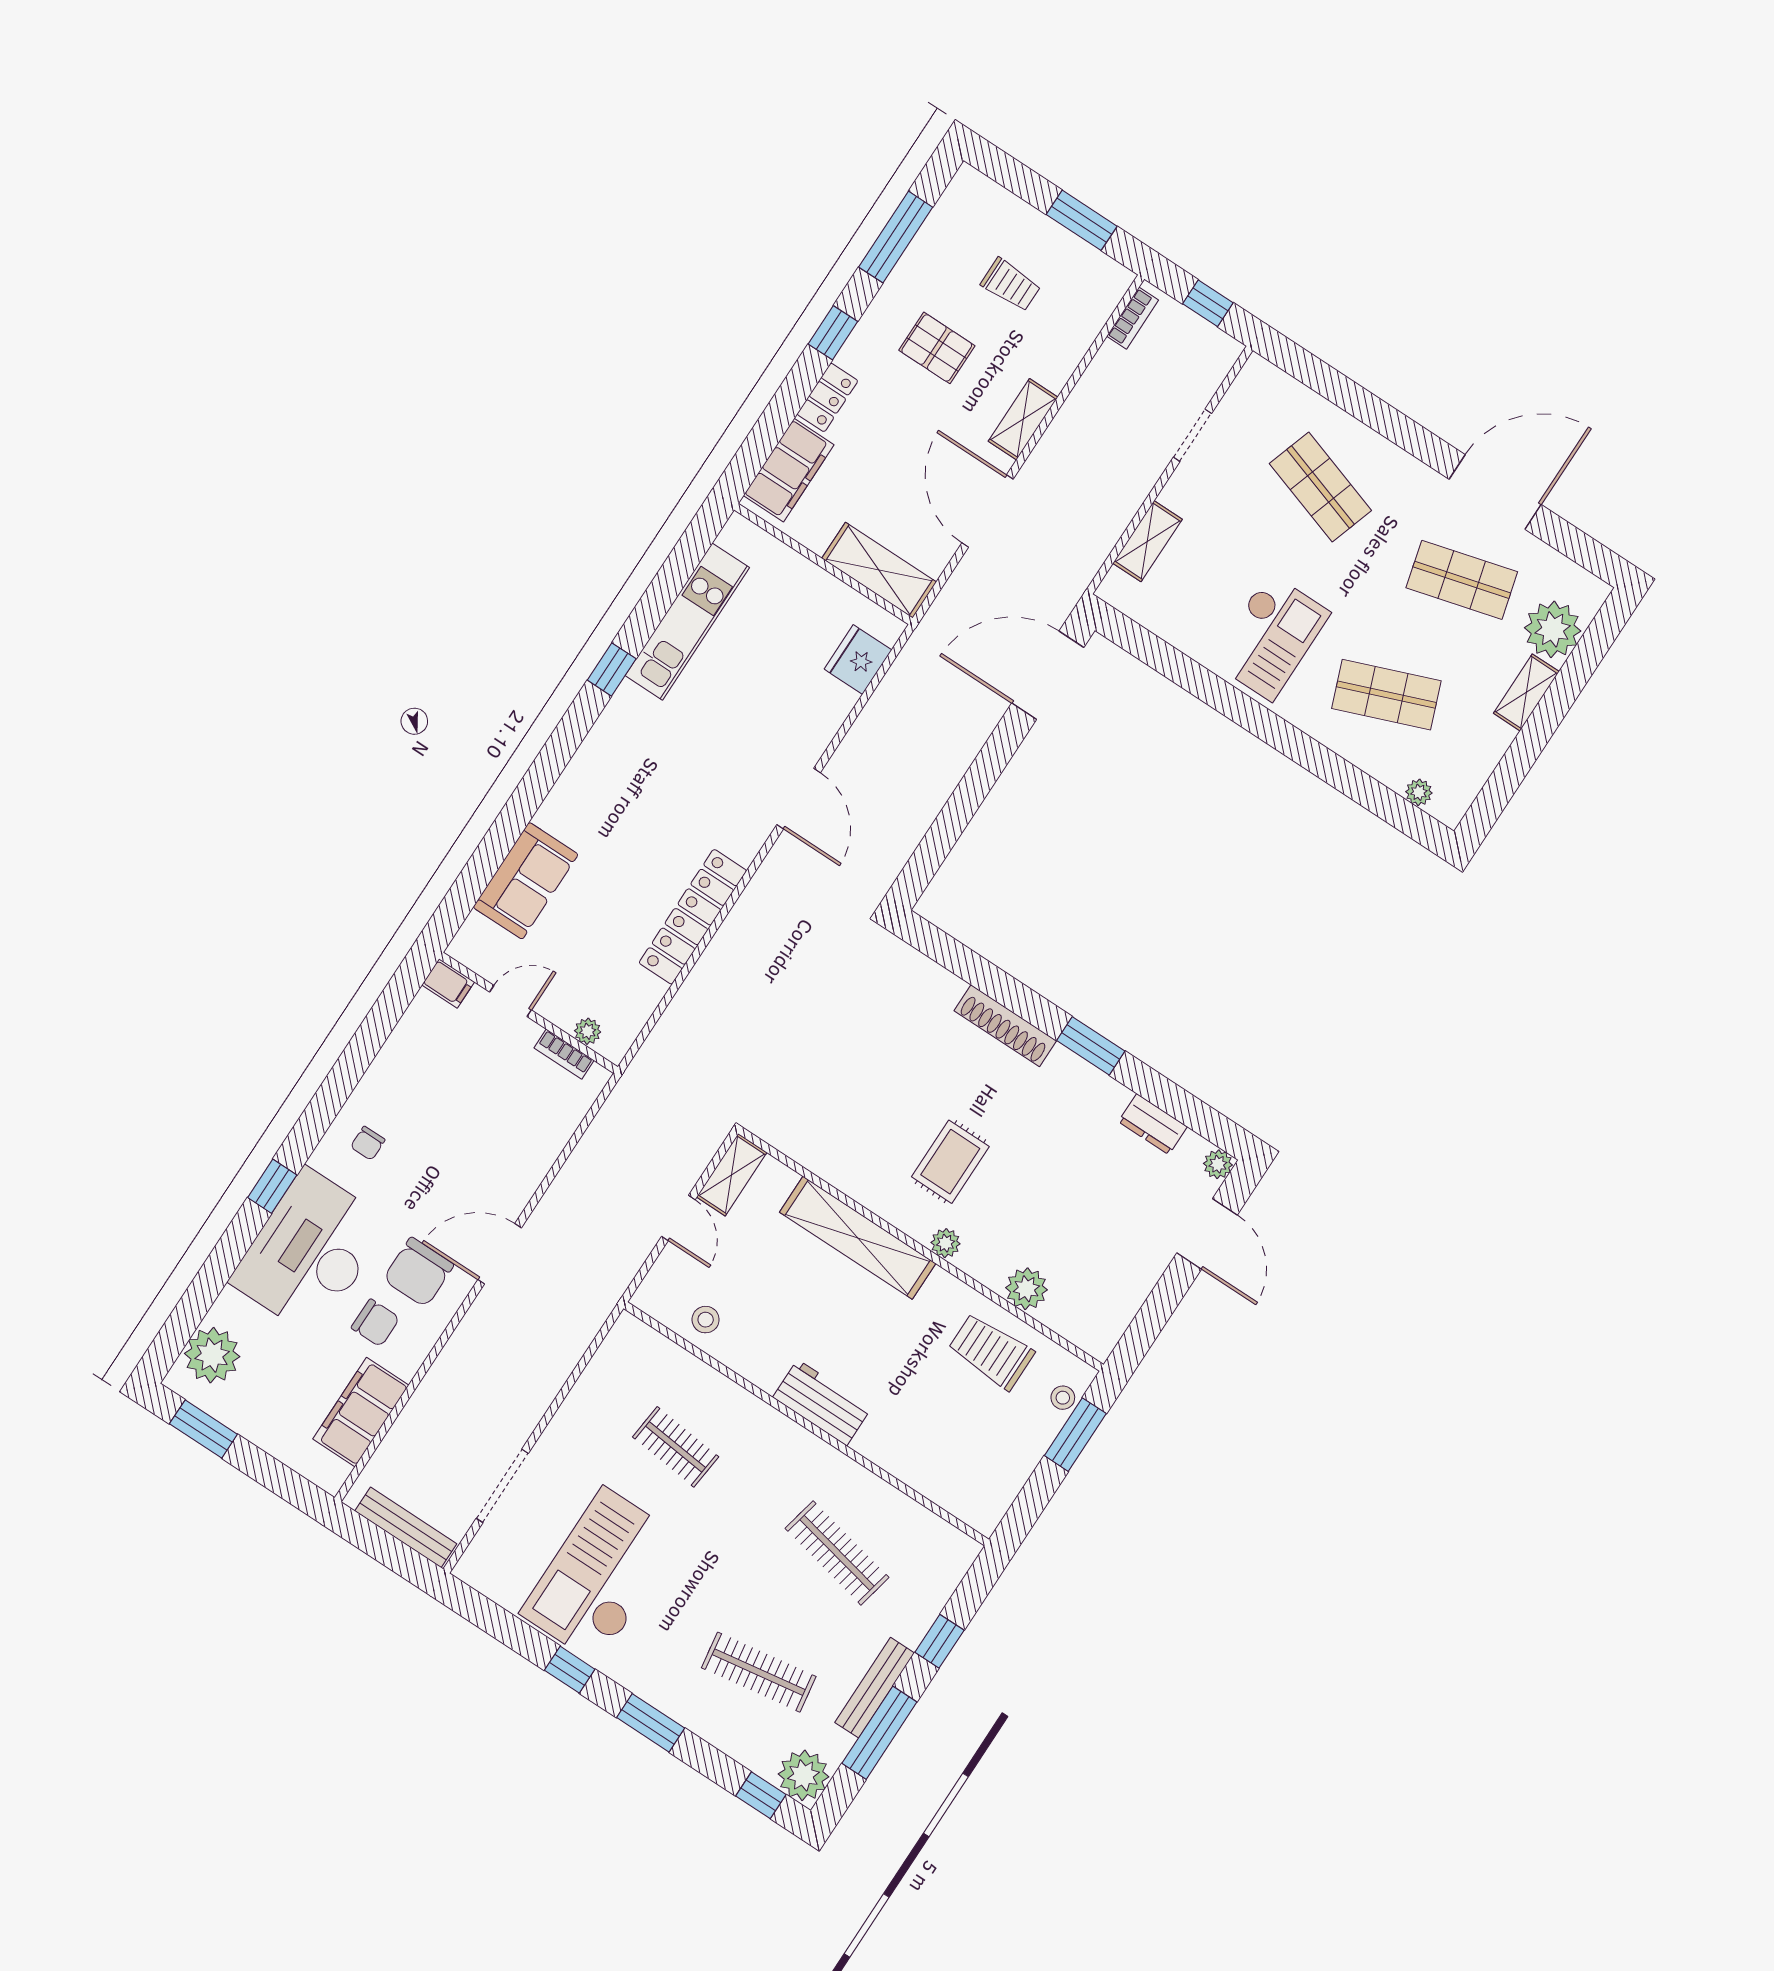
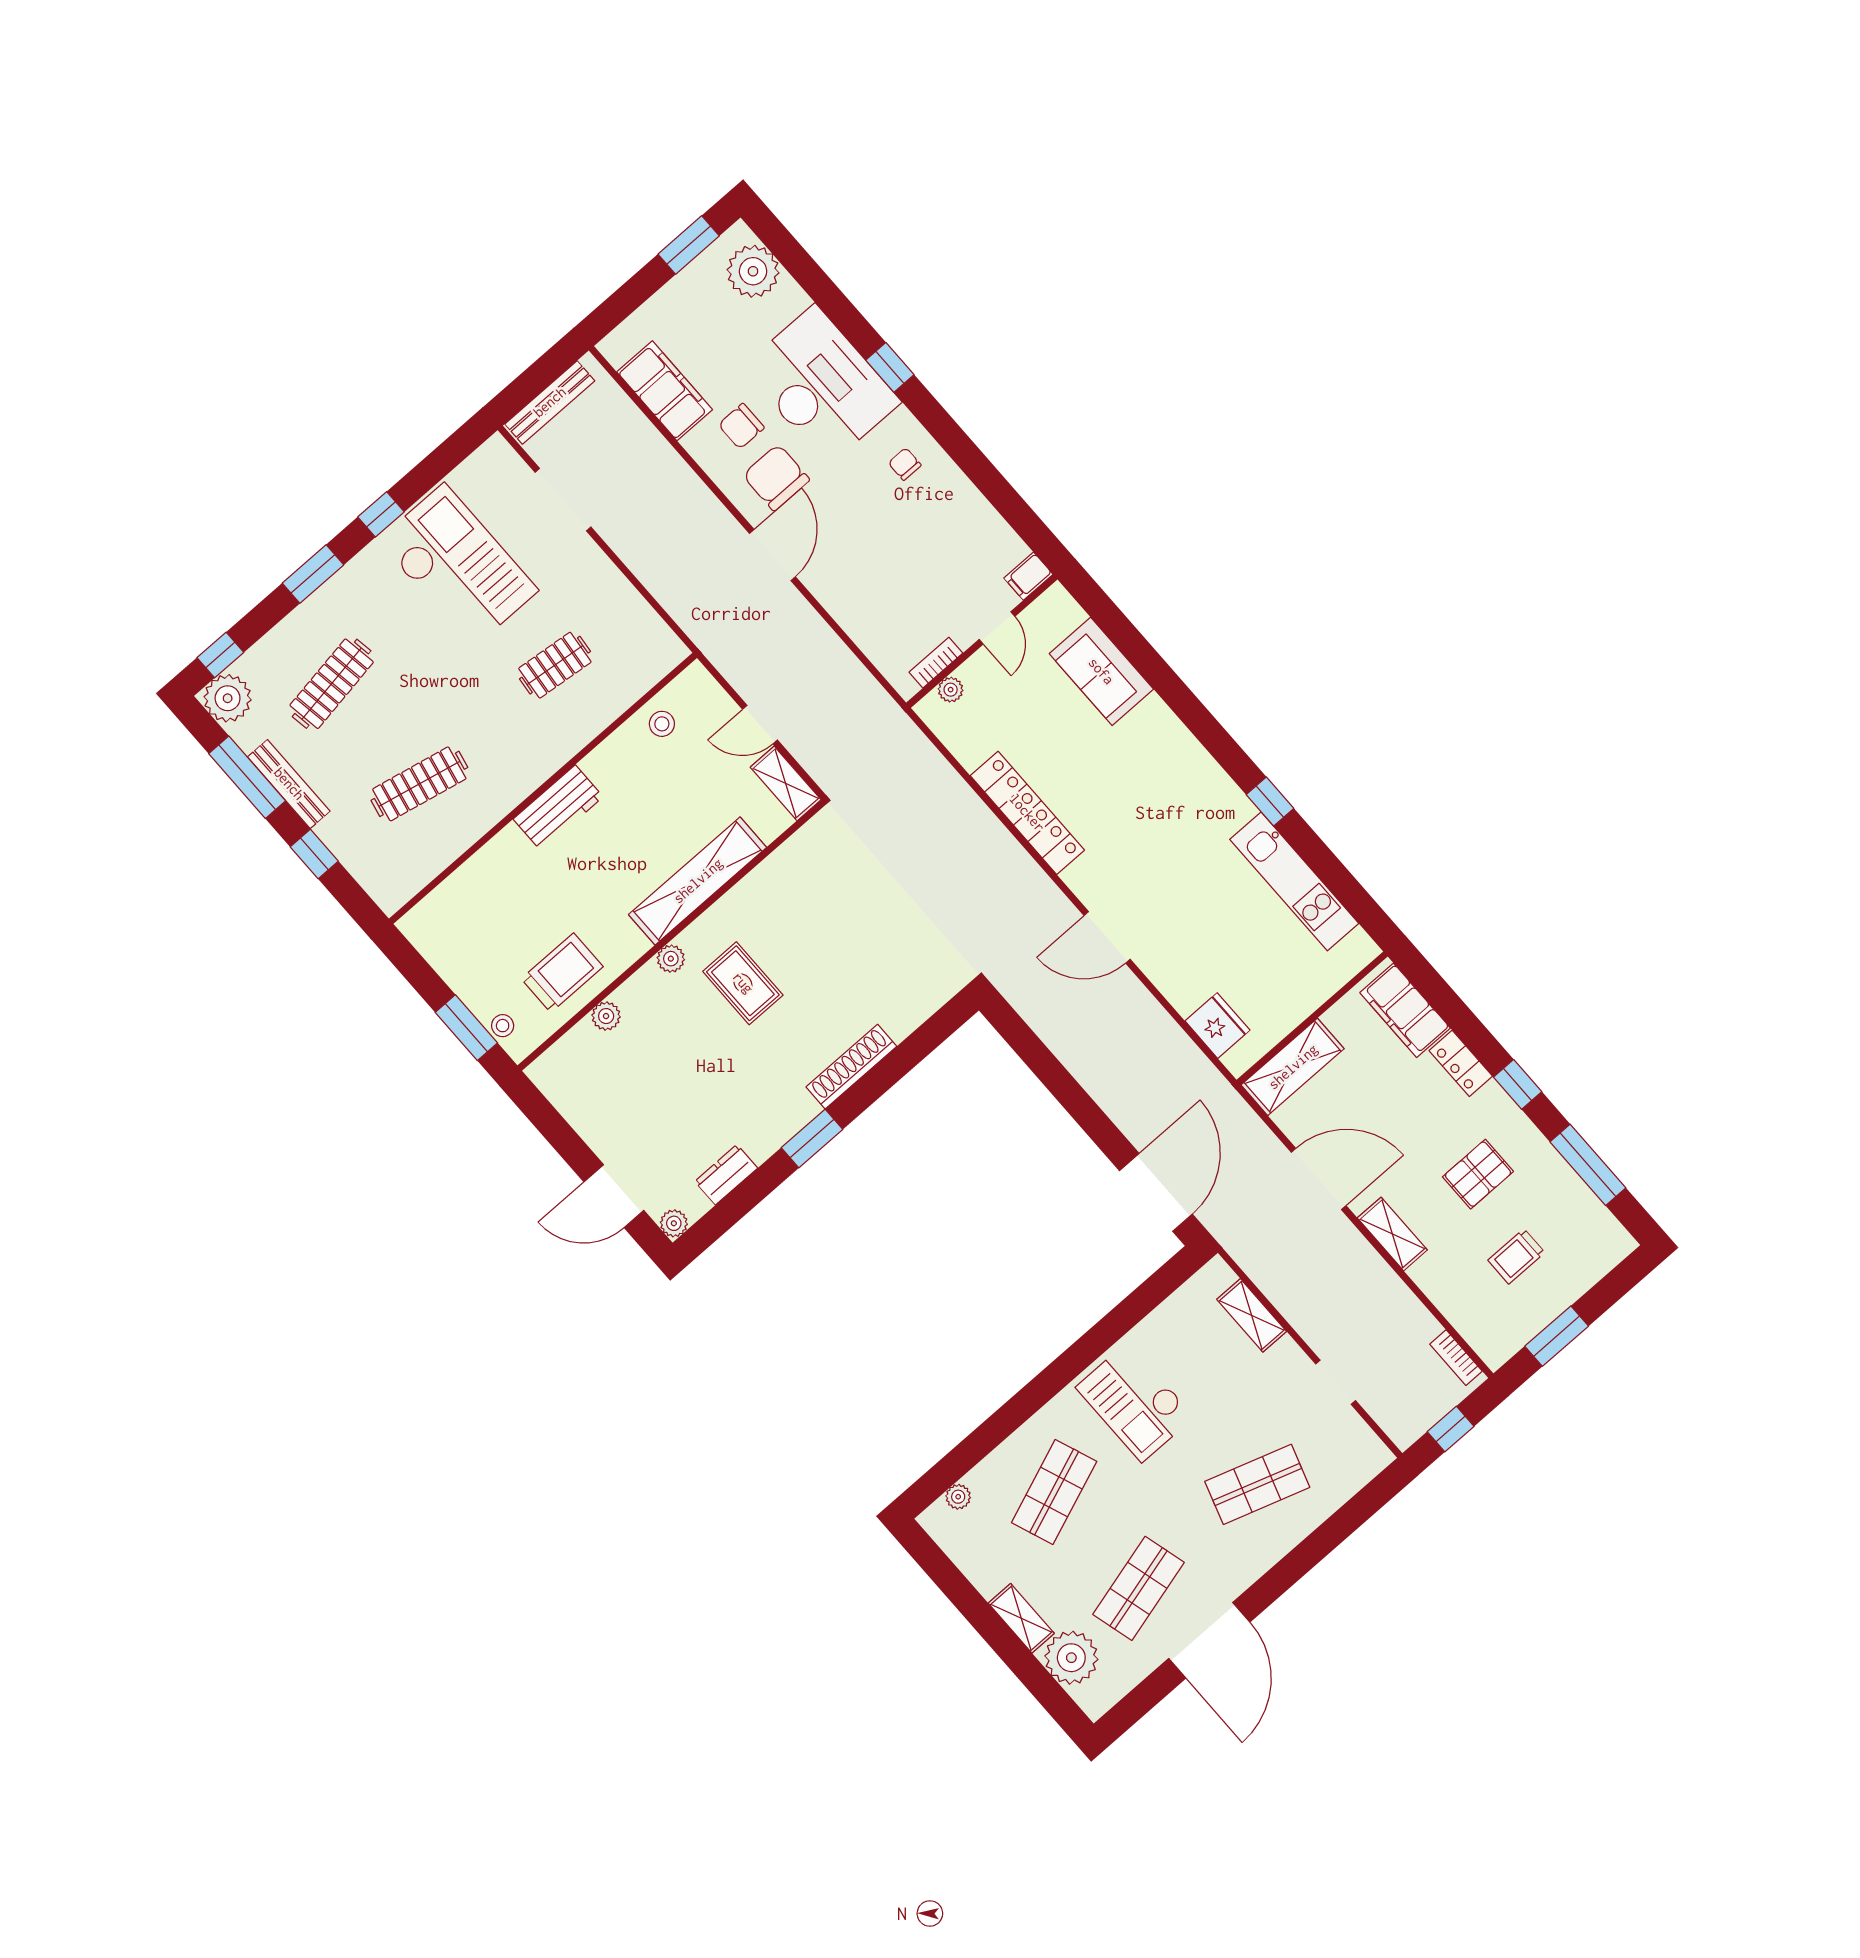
plant: (1026, 1289) -> (606, 1016), width x0.73, depth x0.73

